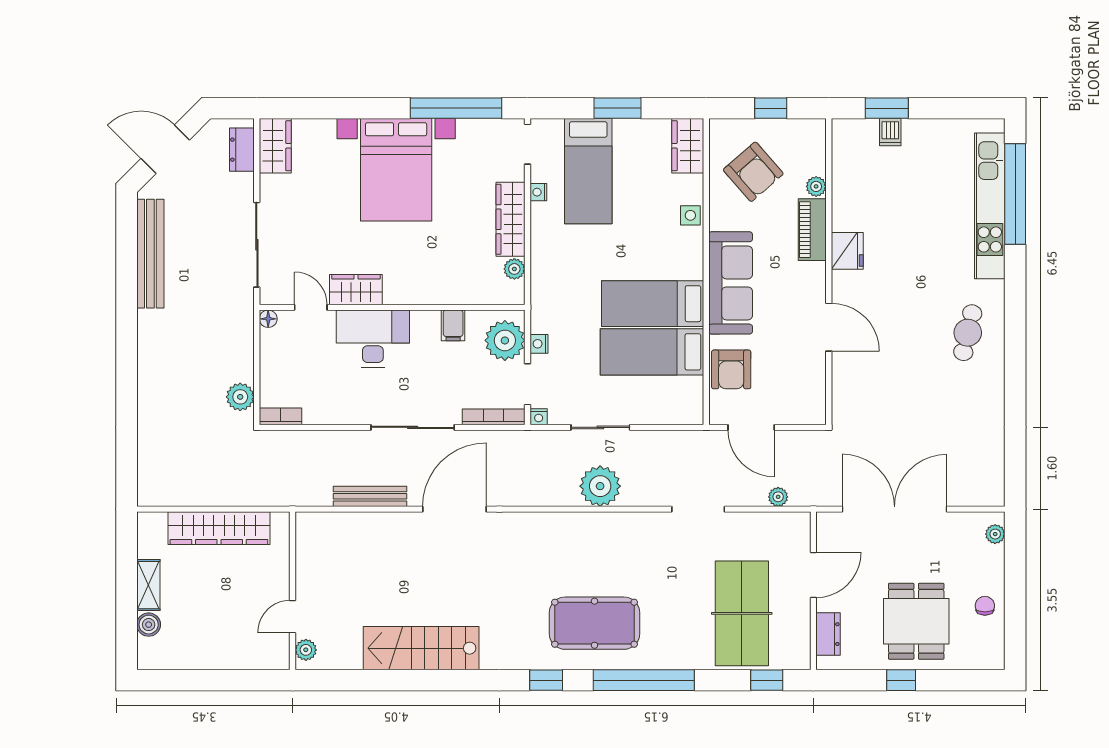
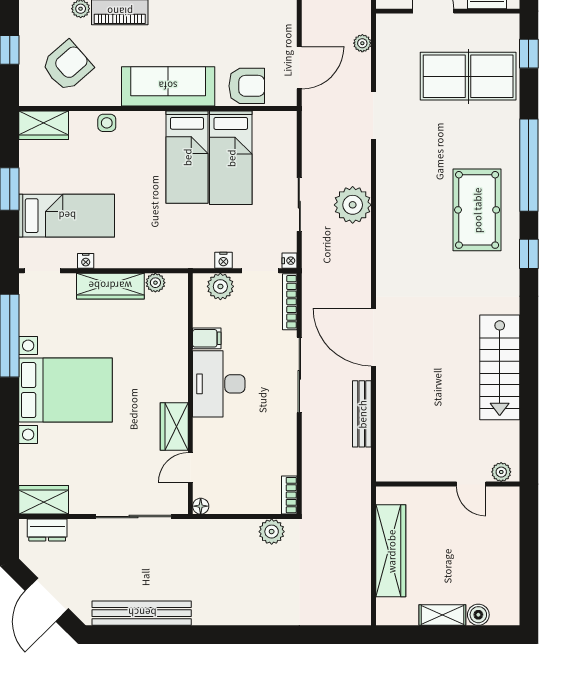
desk: (373, 339) -> (219, 384), moved
plant: (505, 340) -> (220, 286), width x0.73, depth x0.73

